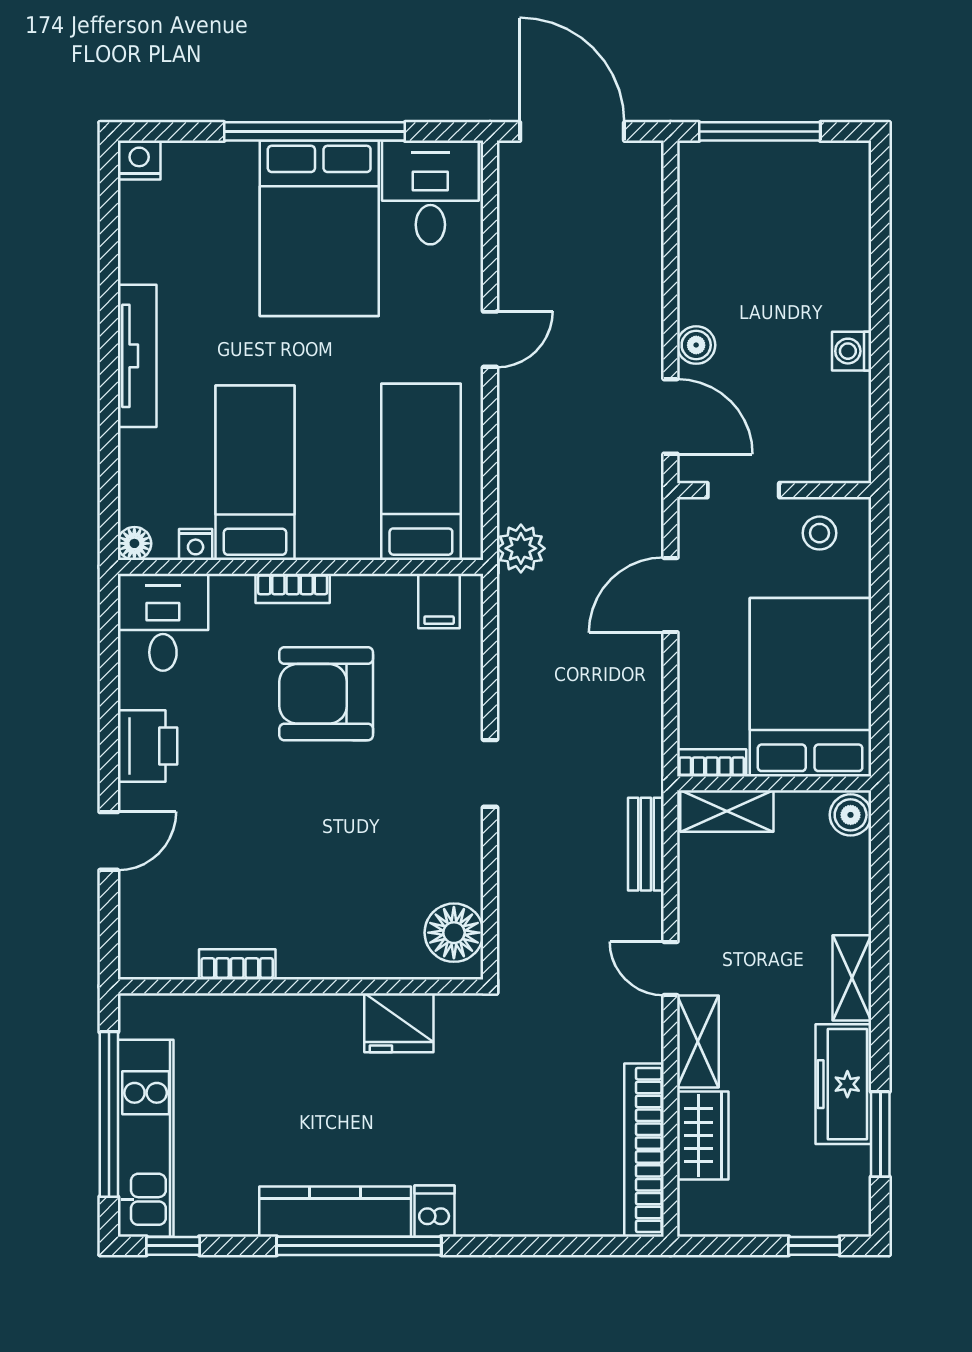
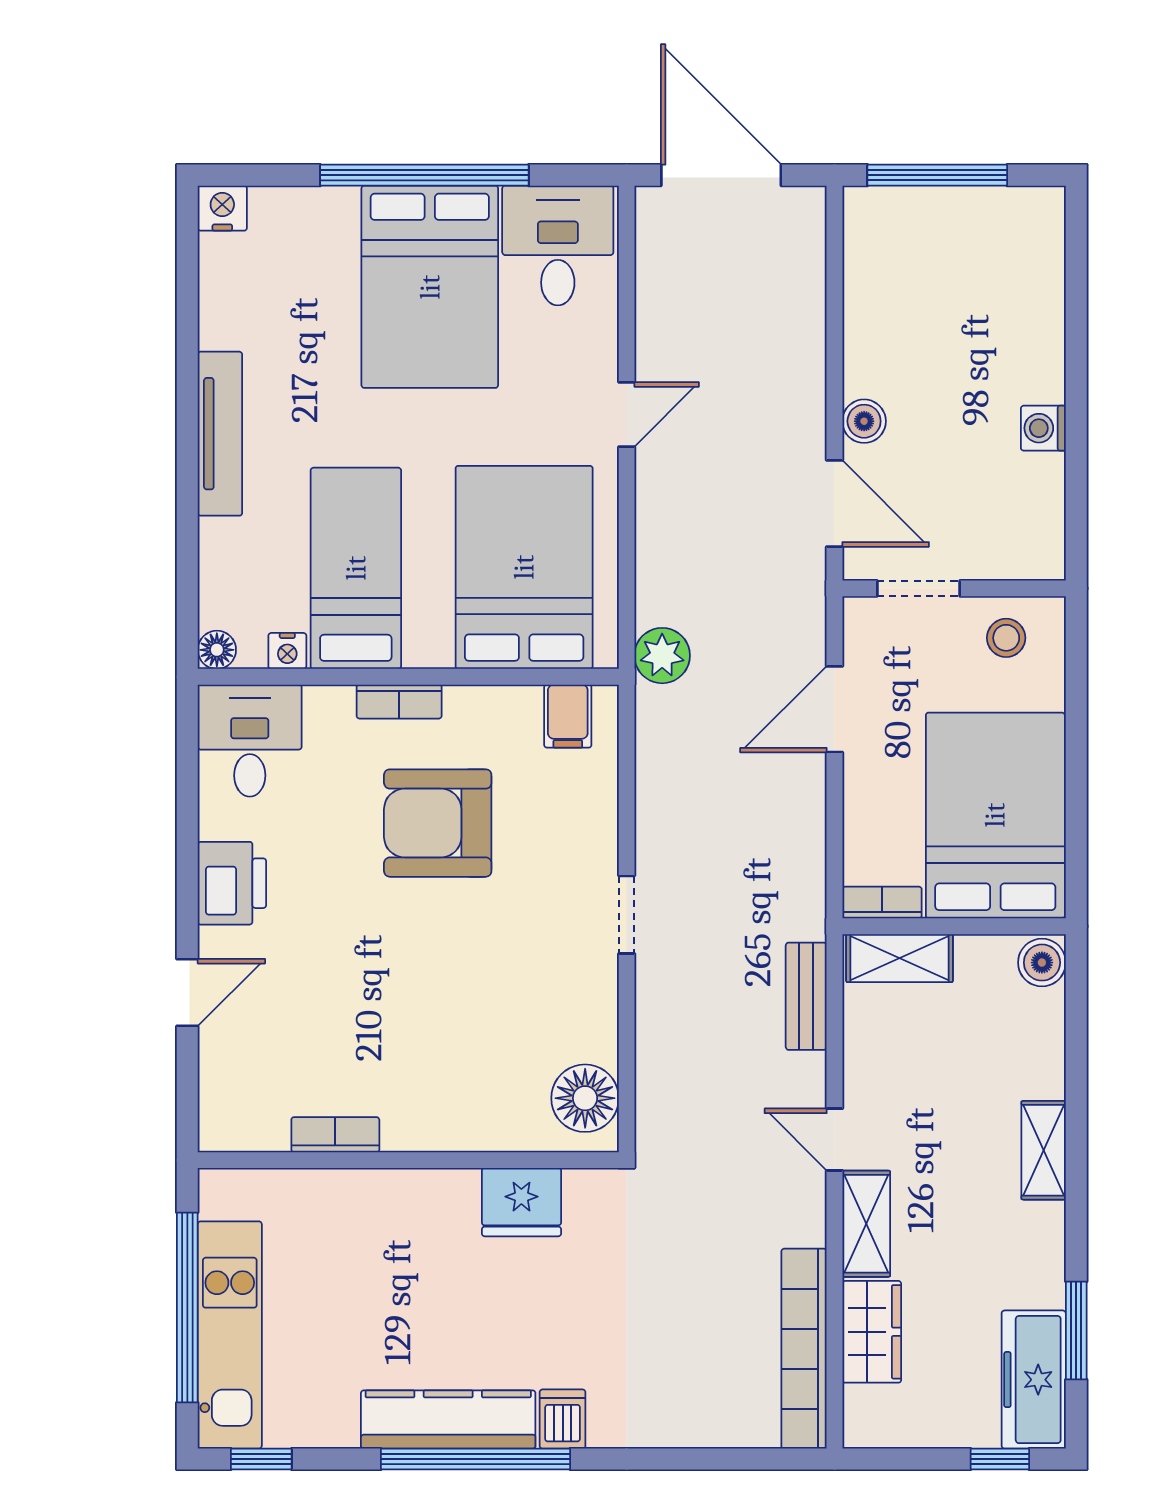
bed: (421, 472) -> (524, 567), width x1.50
freezer: (843, 1084) -> (1034, 1380), moved

